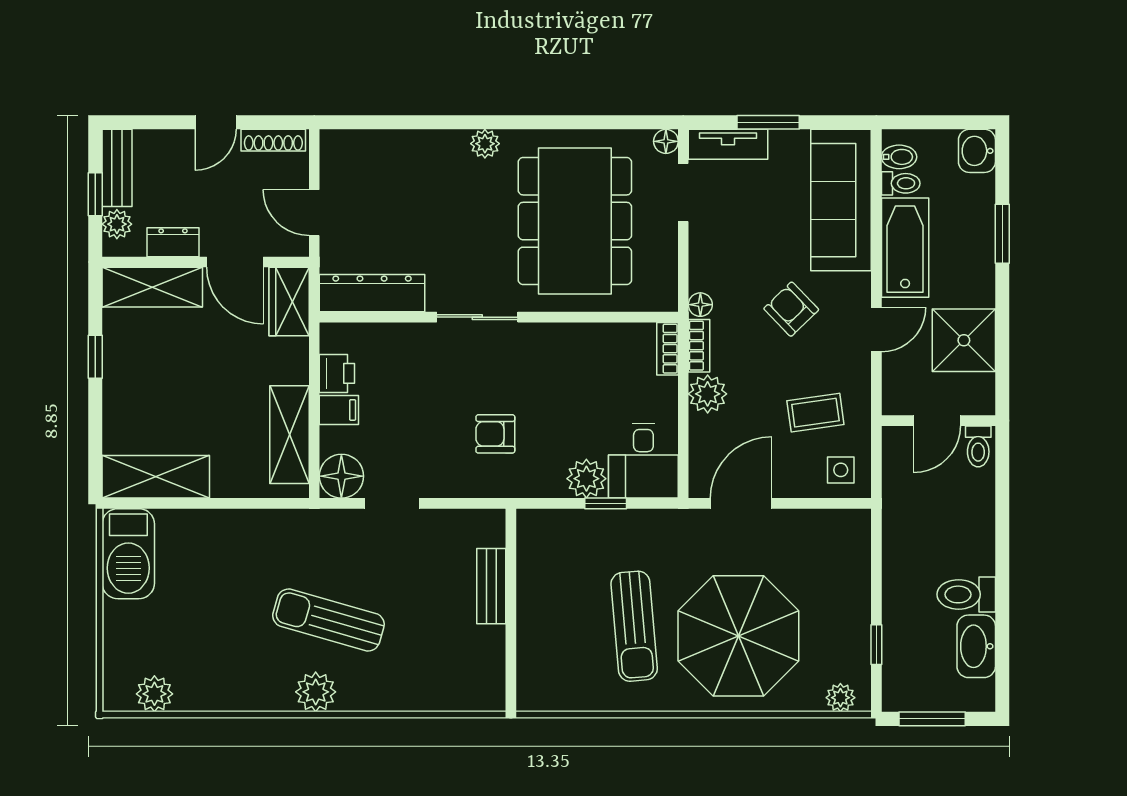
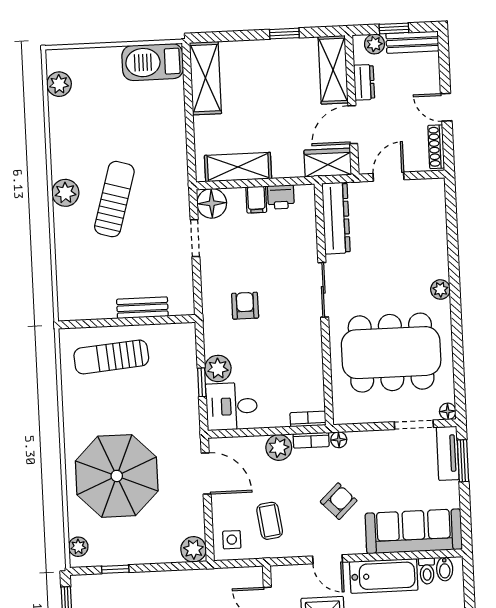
window: (768, 122) -> (463, 461), moved
plant: (852, 527) -> (193, 549), added
sun lounger: (634, 626) -> (111, 357), moved

